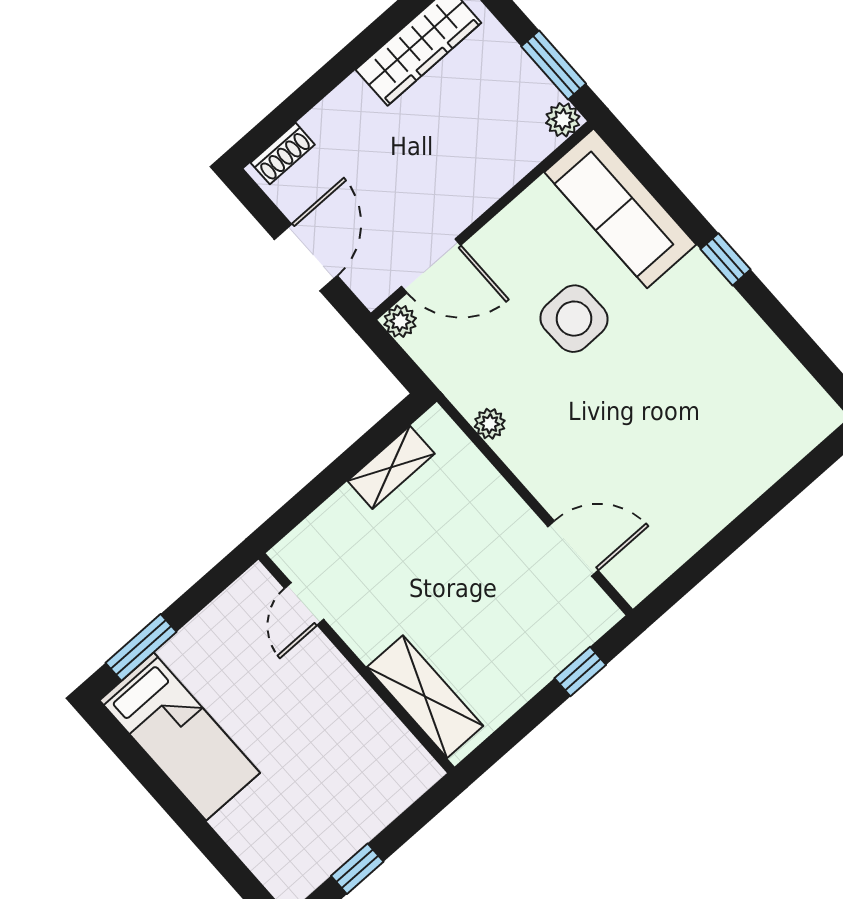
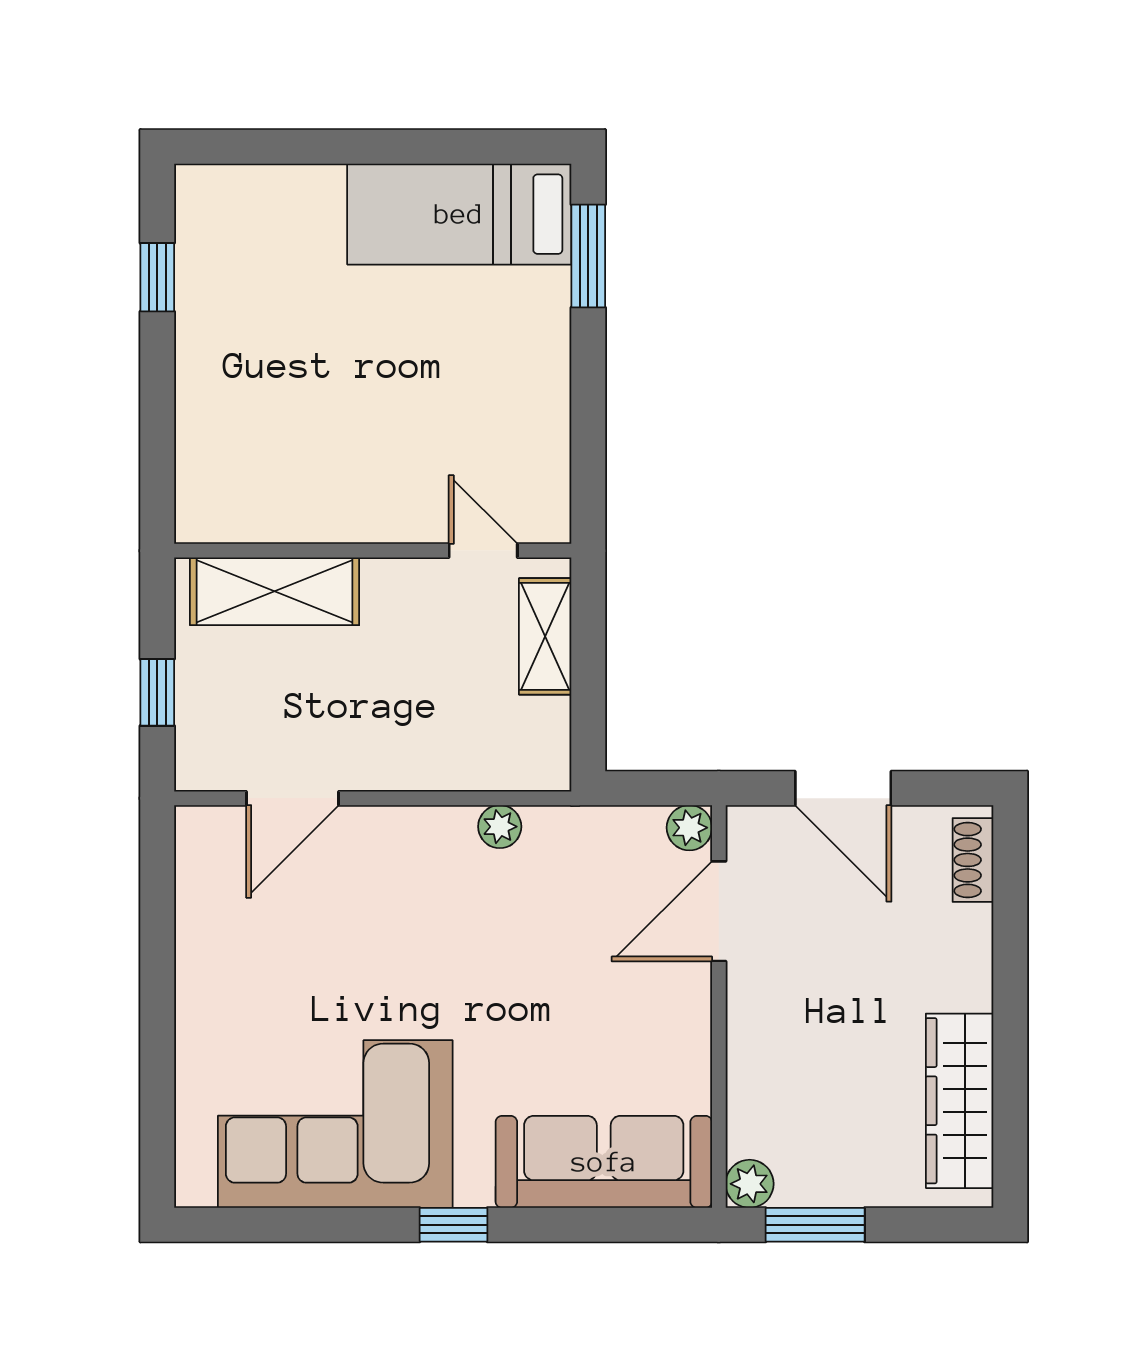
side table: (574, 319) -> (532, 1012), removed
corner sofa: (728, 371) -> (335, 1124), added
shelving: (391, 467) -> (545, 636), moved
door: (304, 604) -> (483, 551), moved
wall: (356, 663) -> (373, 551), moved
shelving: (425, 697) -> (275, 591), moved

